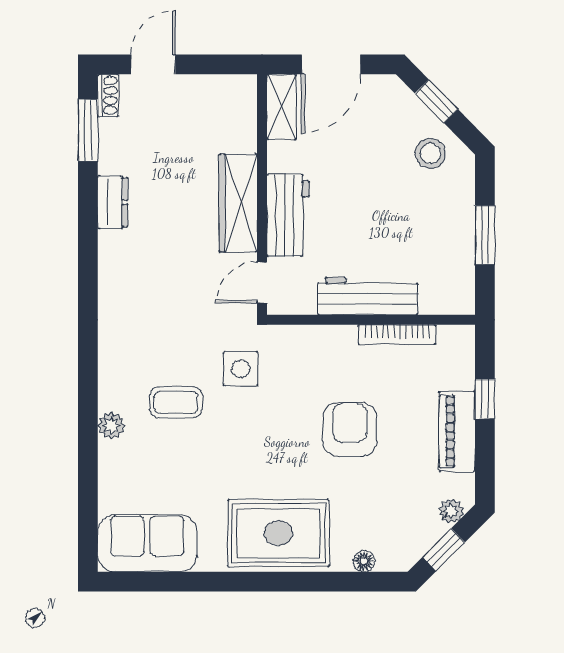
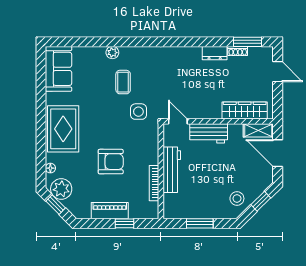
shoe rack: (108, 96) -> (238, 51), moved
wardrobe: (238, 203) -> (245, 110), moved
plant: (451, 511) -> (61, 189), moved, width x1.88, depth x1.88

